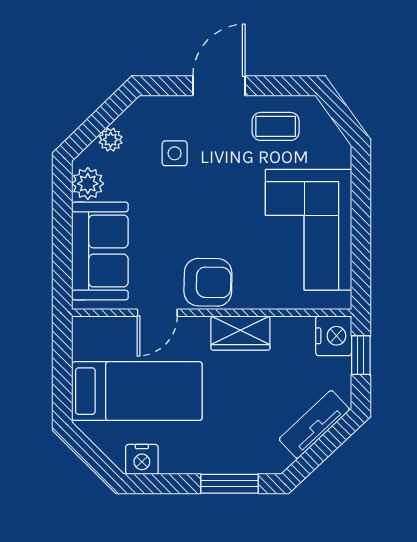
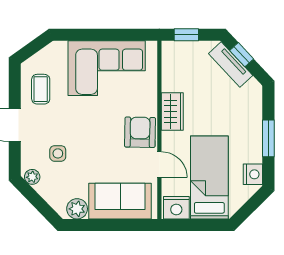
plant: (111, 140) -> (32, 177), moved
nightstand: (334, 336) -> (176, 208), moved, turned 180
window: (330, 442) -> (242, 55), added
window: (230, 484) -> (268, 138), moved

